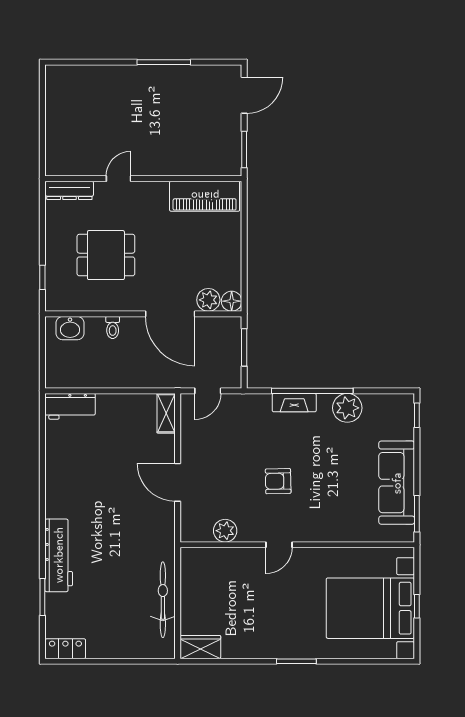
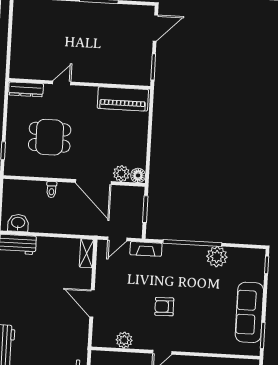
washbasin: (70, 328) -> (18, 223), moved, turned 180
fireplace: (294, 403) -> (146, 249), moved

